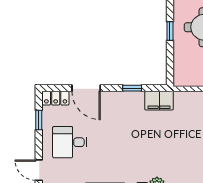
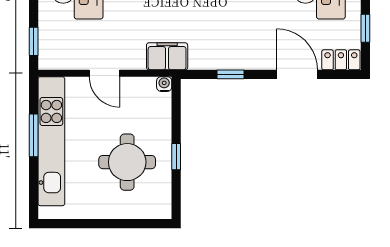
water cooler: (178, 81) -> (164, 84), added
filing cabinet: (159, 101) -> (167, 56), moved

